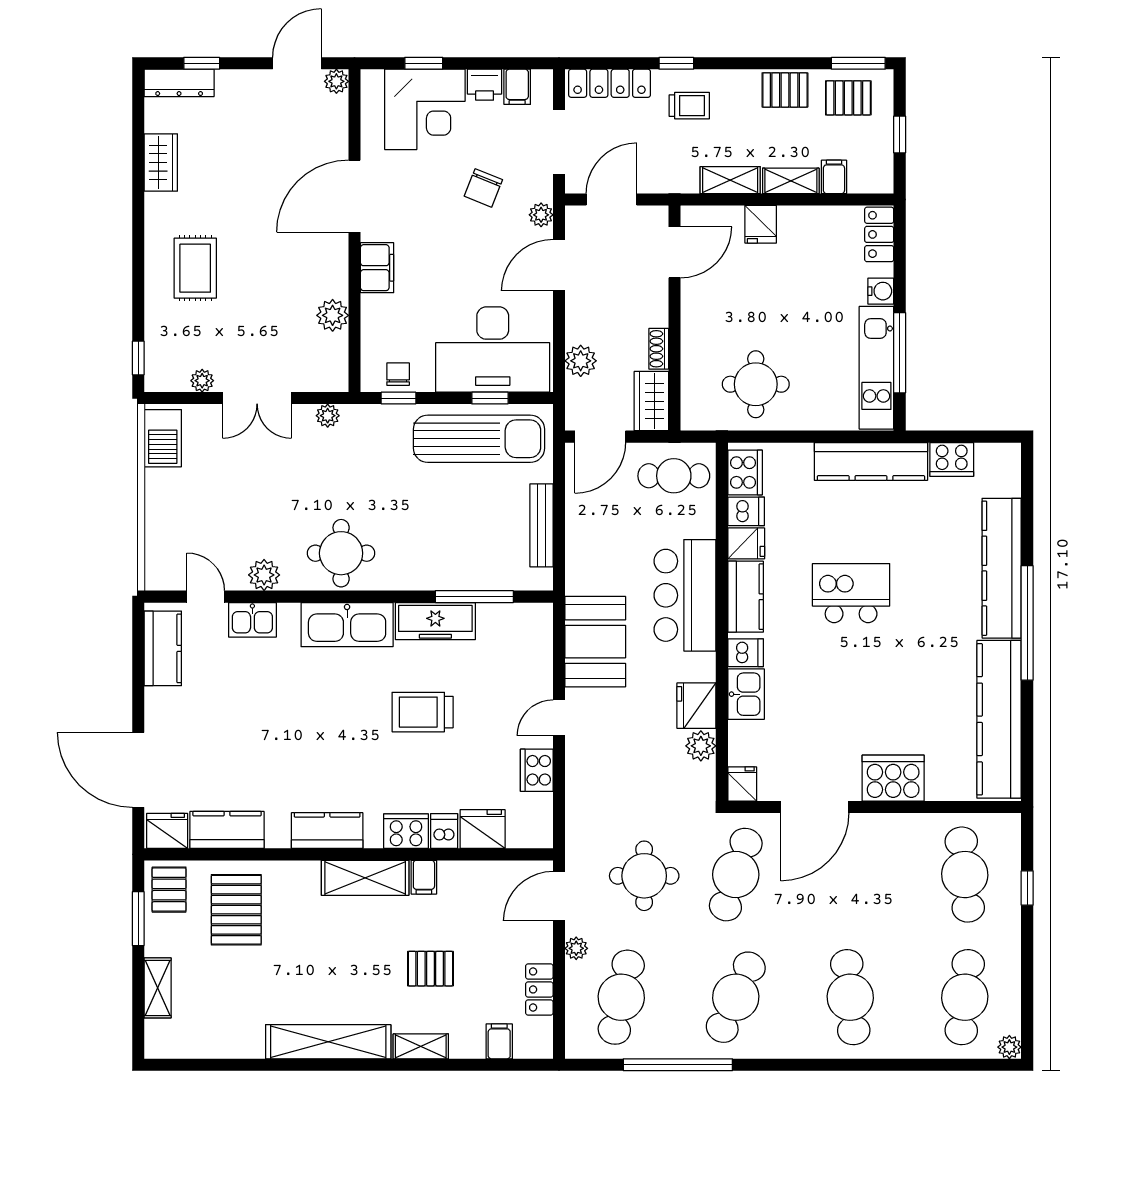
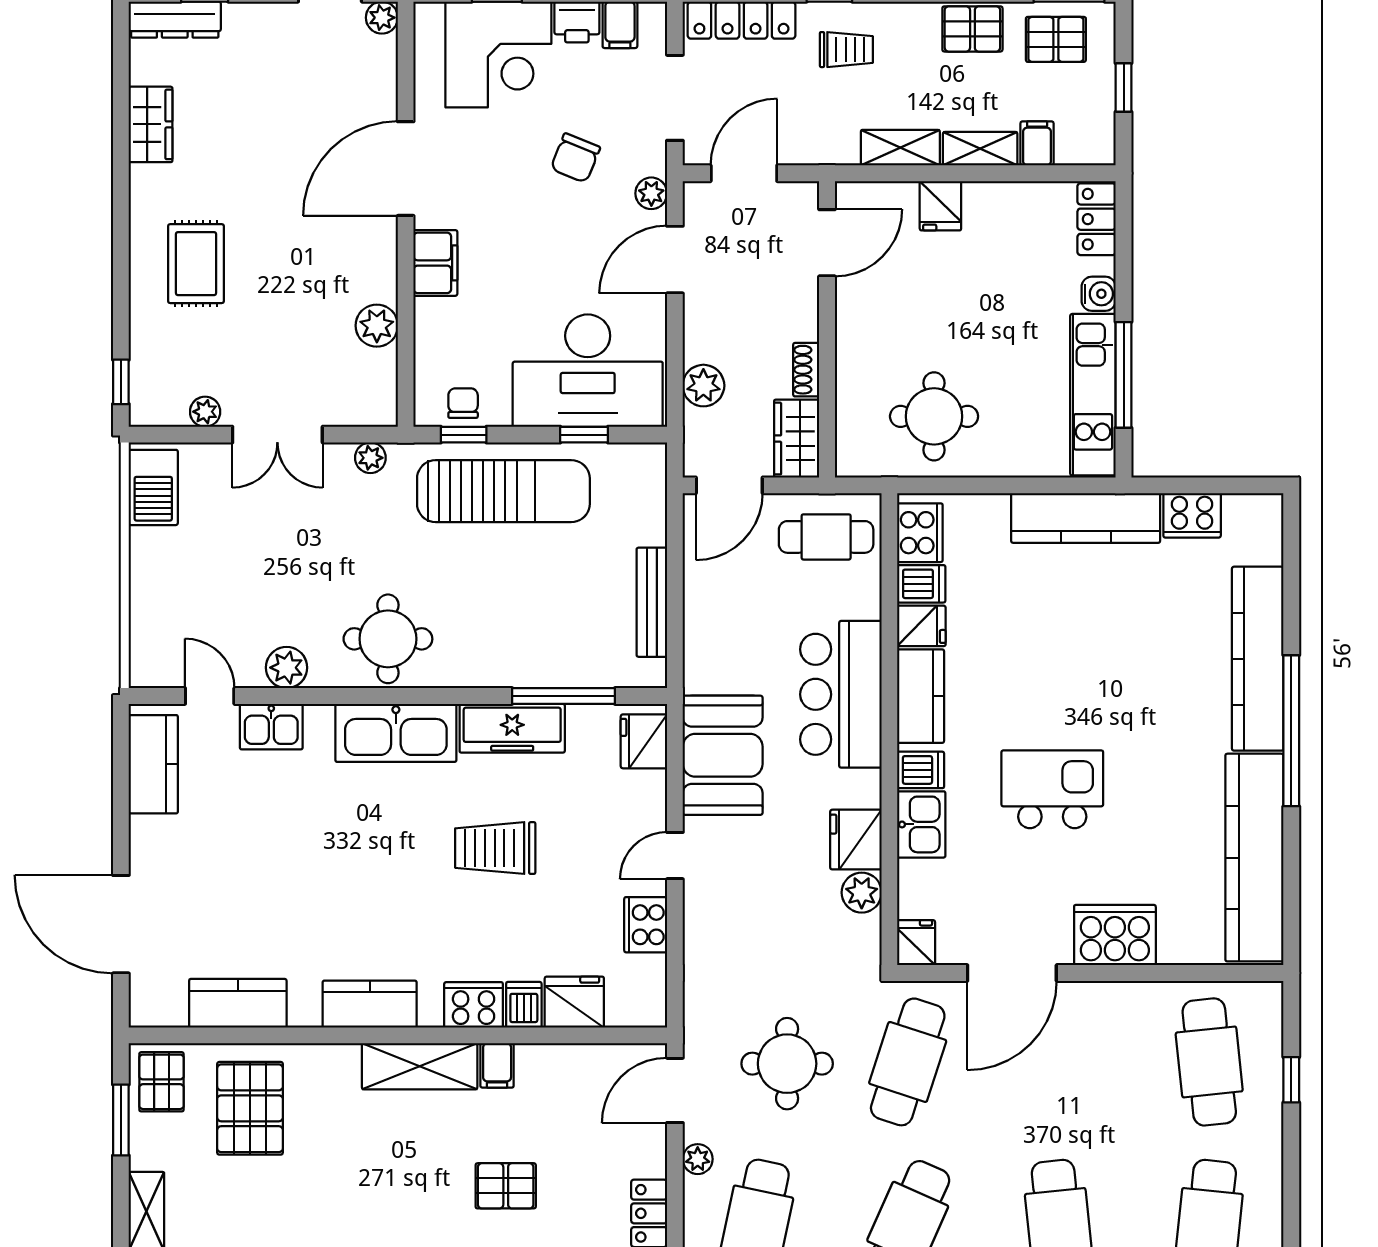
sun lounger: (479, 439) -> (503, 491), moved
kitchen island: (851, 593) -> (1052, 789), moved
fridge: (167, 831) -> (644, 741), moved, turned -90

